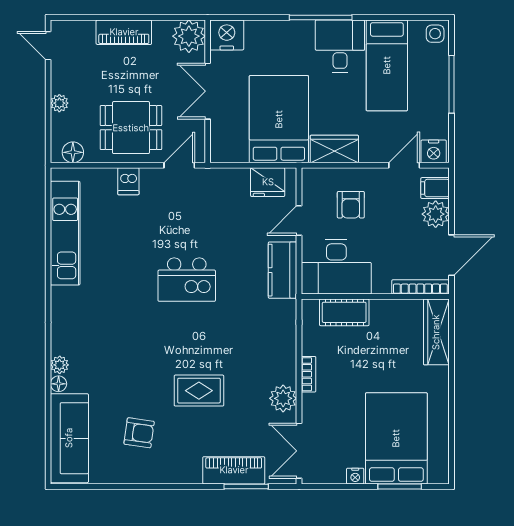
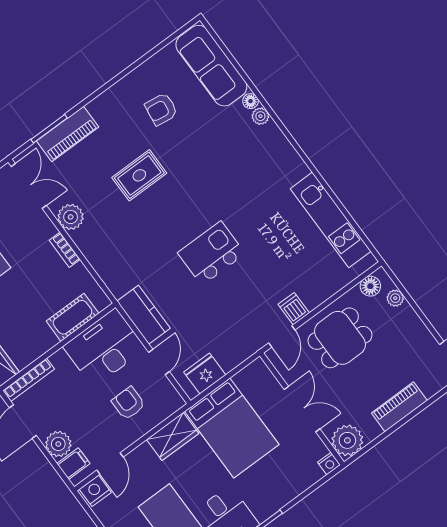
nightstand: (227, 35) -> (329, 463), width x0.53, depth x0.56
plant: (59, 103) -> (395, 298), moved
dishwasher: (128, 181) -> (294, 309), moved

